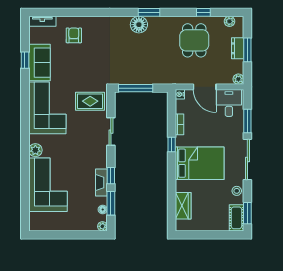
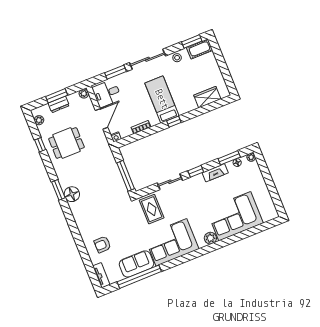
window: (25, 60) -> (139, 277), width x3.17
window: (172, 145) -> (174, 122), moved
bed: (200, 163) -> (162, 99), width x0.67
window: (111, 176) -> (196, 171), moved

